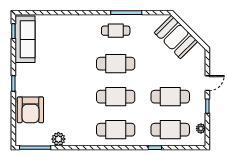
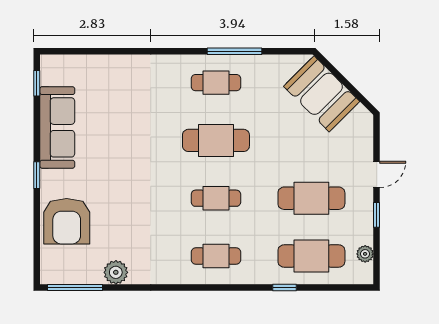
sofa: (25, 39) -> (57, 127), moved
cafe table: (116, 97) -> (216, 198), width x0.73, depth x0.74
cafe table: (116, 130) -> (216, 256), width x0.73, depth x0.74

